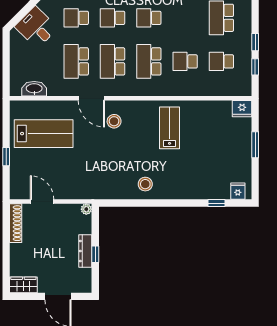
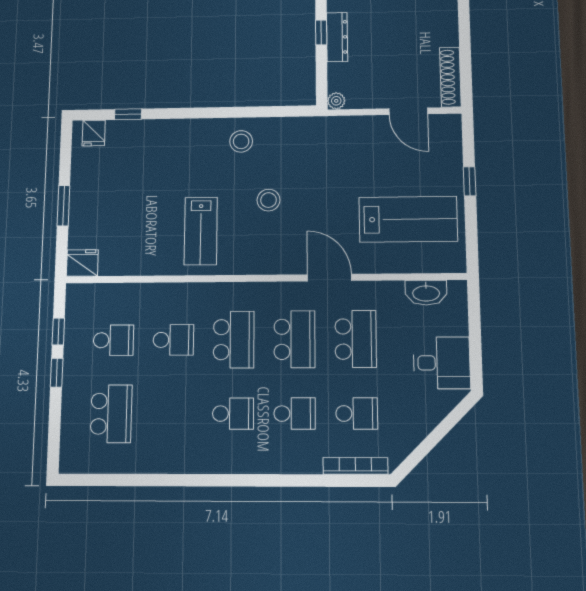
desk: (36, 27) -> (442, 363), moved, turned -45
stool: (114, 121) -> (268, 200), moved
lab bench: (44, 134) -> (408, 219), turned 180

